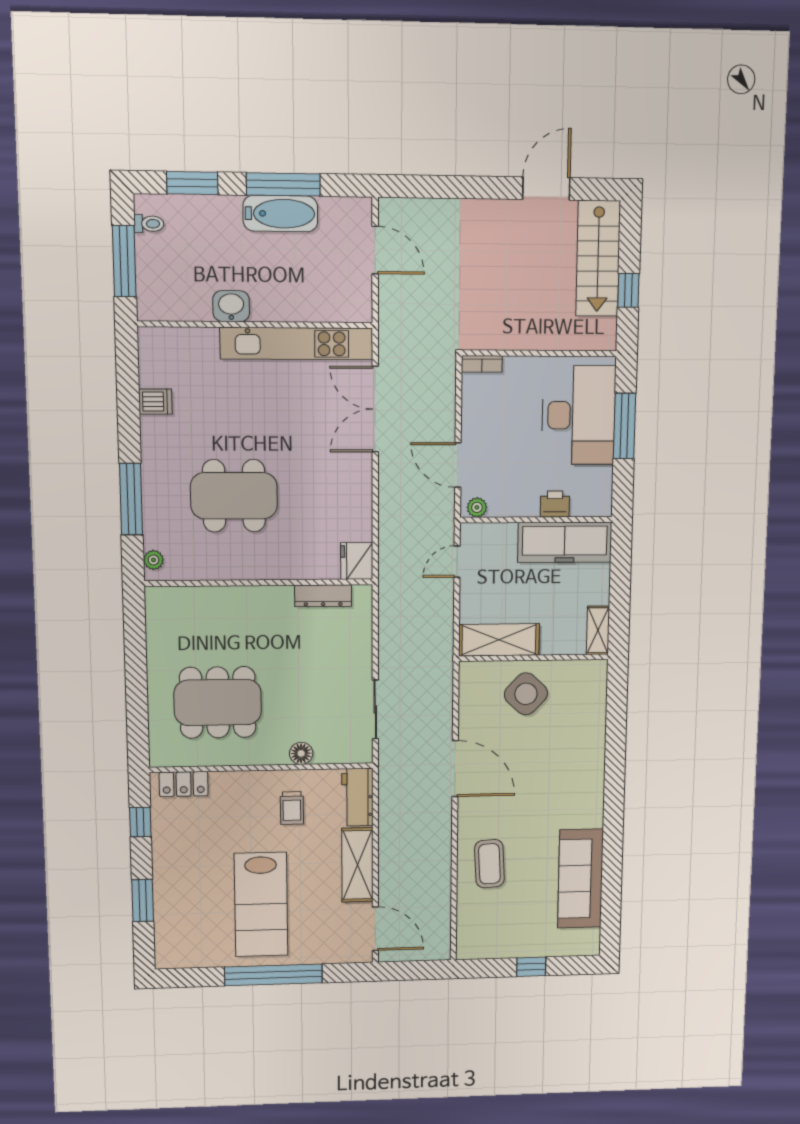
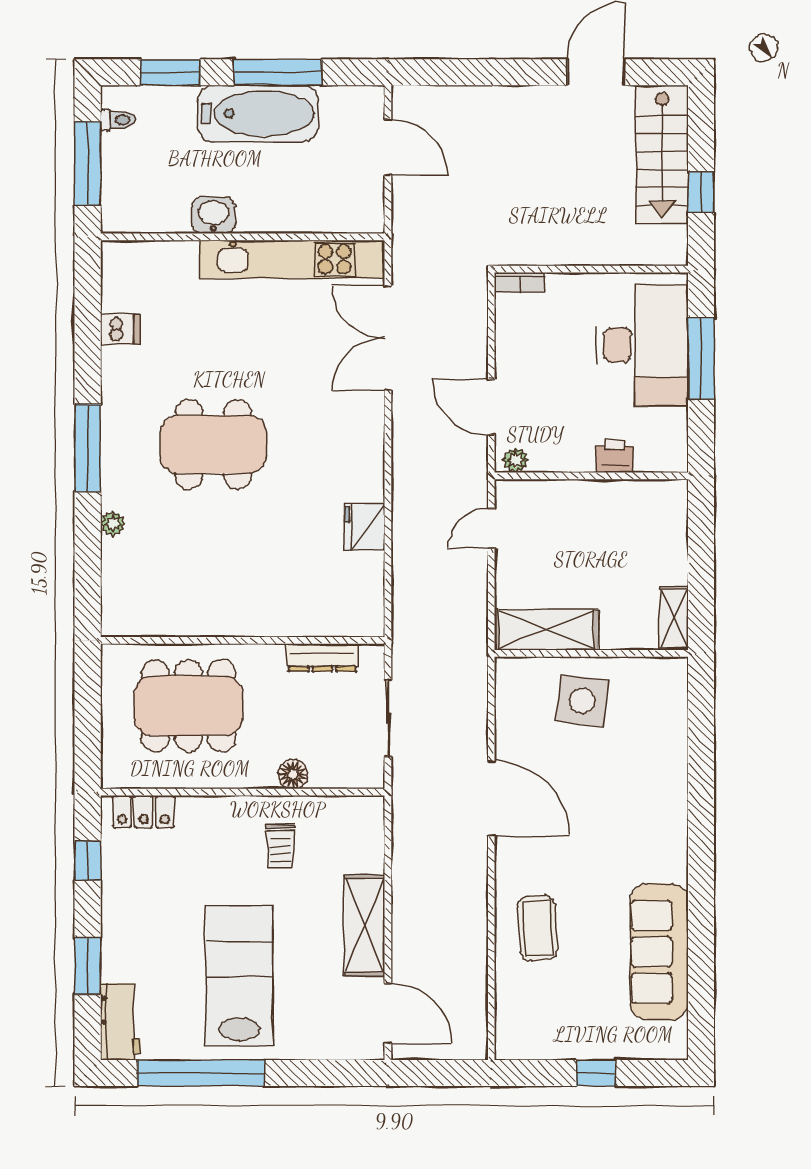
bathtub: (280, 214) -> (258, 114), width x1.36, depth x1.36
freezer: (565, 542) -> (628, 505), removed
wall: (259, 583) -> (243, 640), moved
dresser: (323, 596) -> (322, 658), moved
side table: (526, 694) -> (582, 701), turned -36
workbench: (357, 797) -> (120, 1022), moved, turned 180
lab bench: (261, 905) -> (239, 976), turned 180
window: (273, 975) -> (201, 1073), moved

